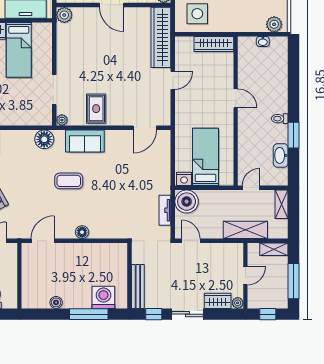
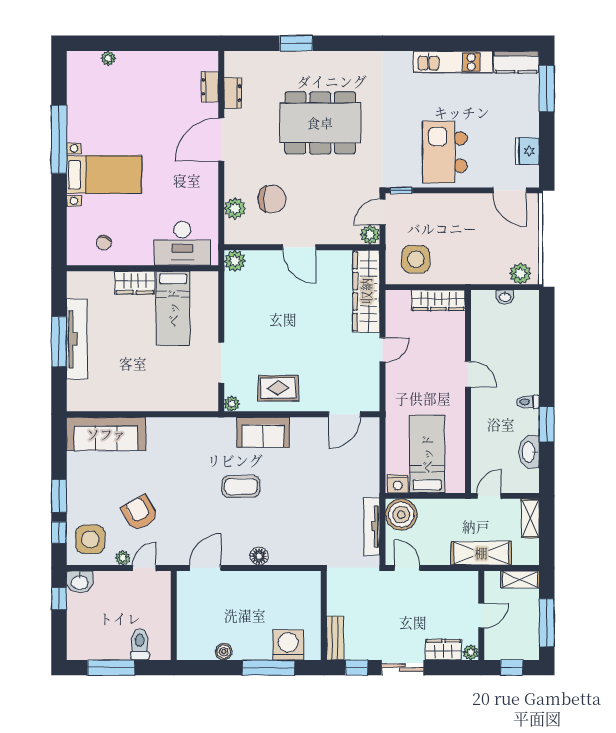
rug: (96, 109) -> (278, 388), turned 90
floor lamp: (44, 139) -> (208, 430), removed
tv unit: (165, 210) -> (372, 526), width x1.41
bench: (138, 286) -> (335, 638), width x0.73

